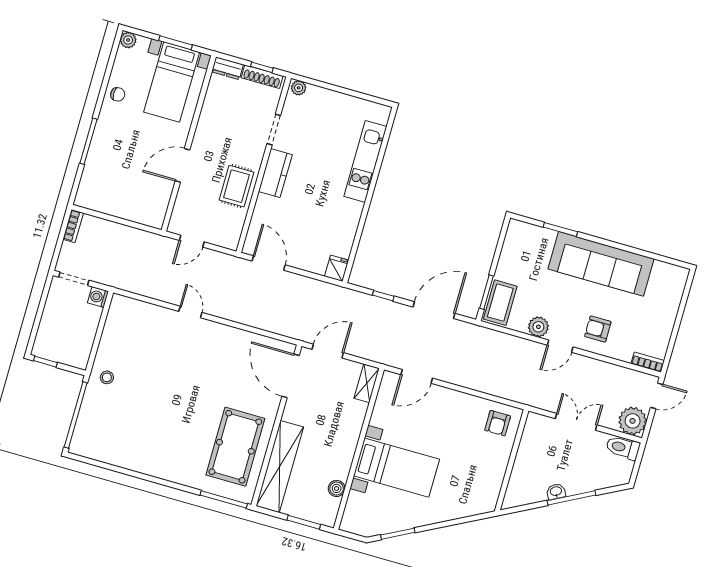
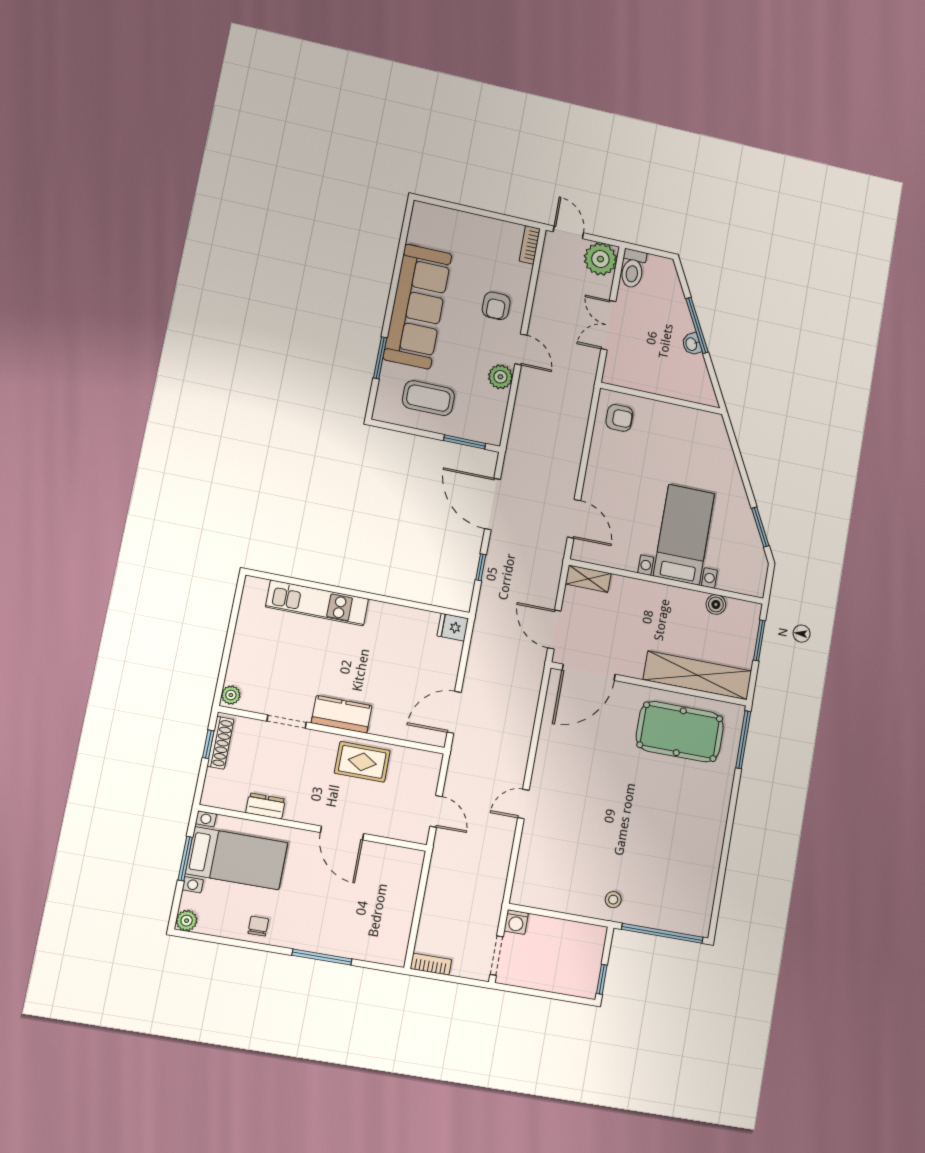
dresser: (227, 68) -> (265, 806), moved, turned -90
coffee table: (500, 303) -> (428, 398), moved

